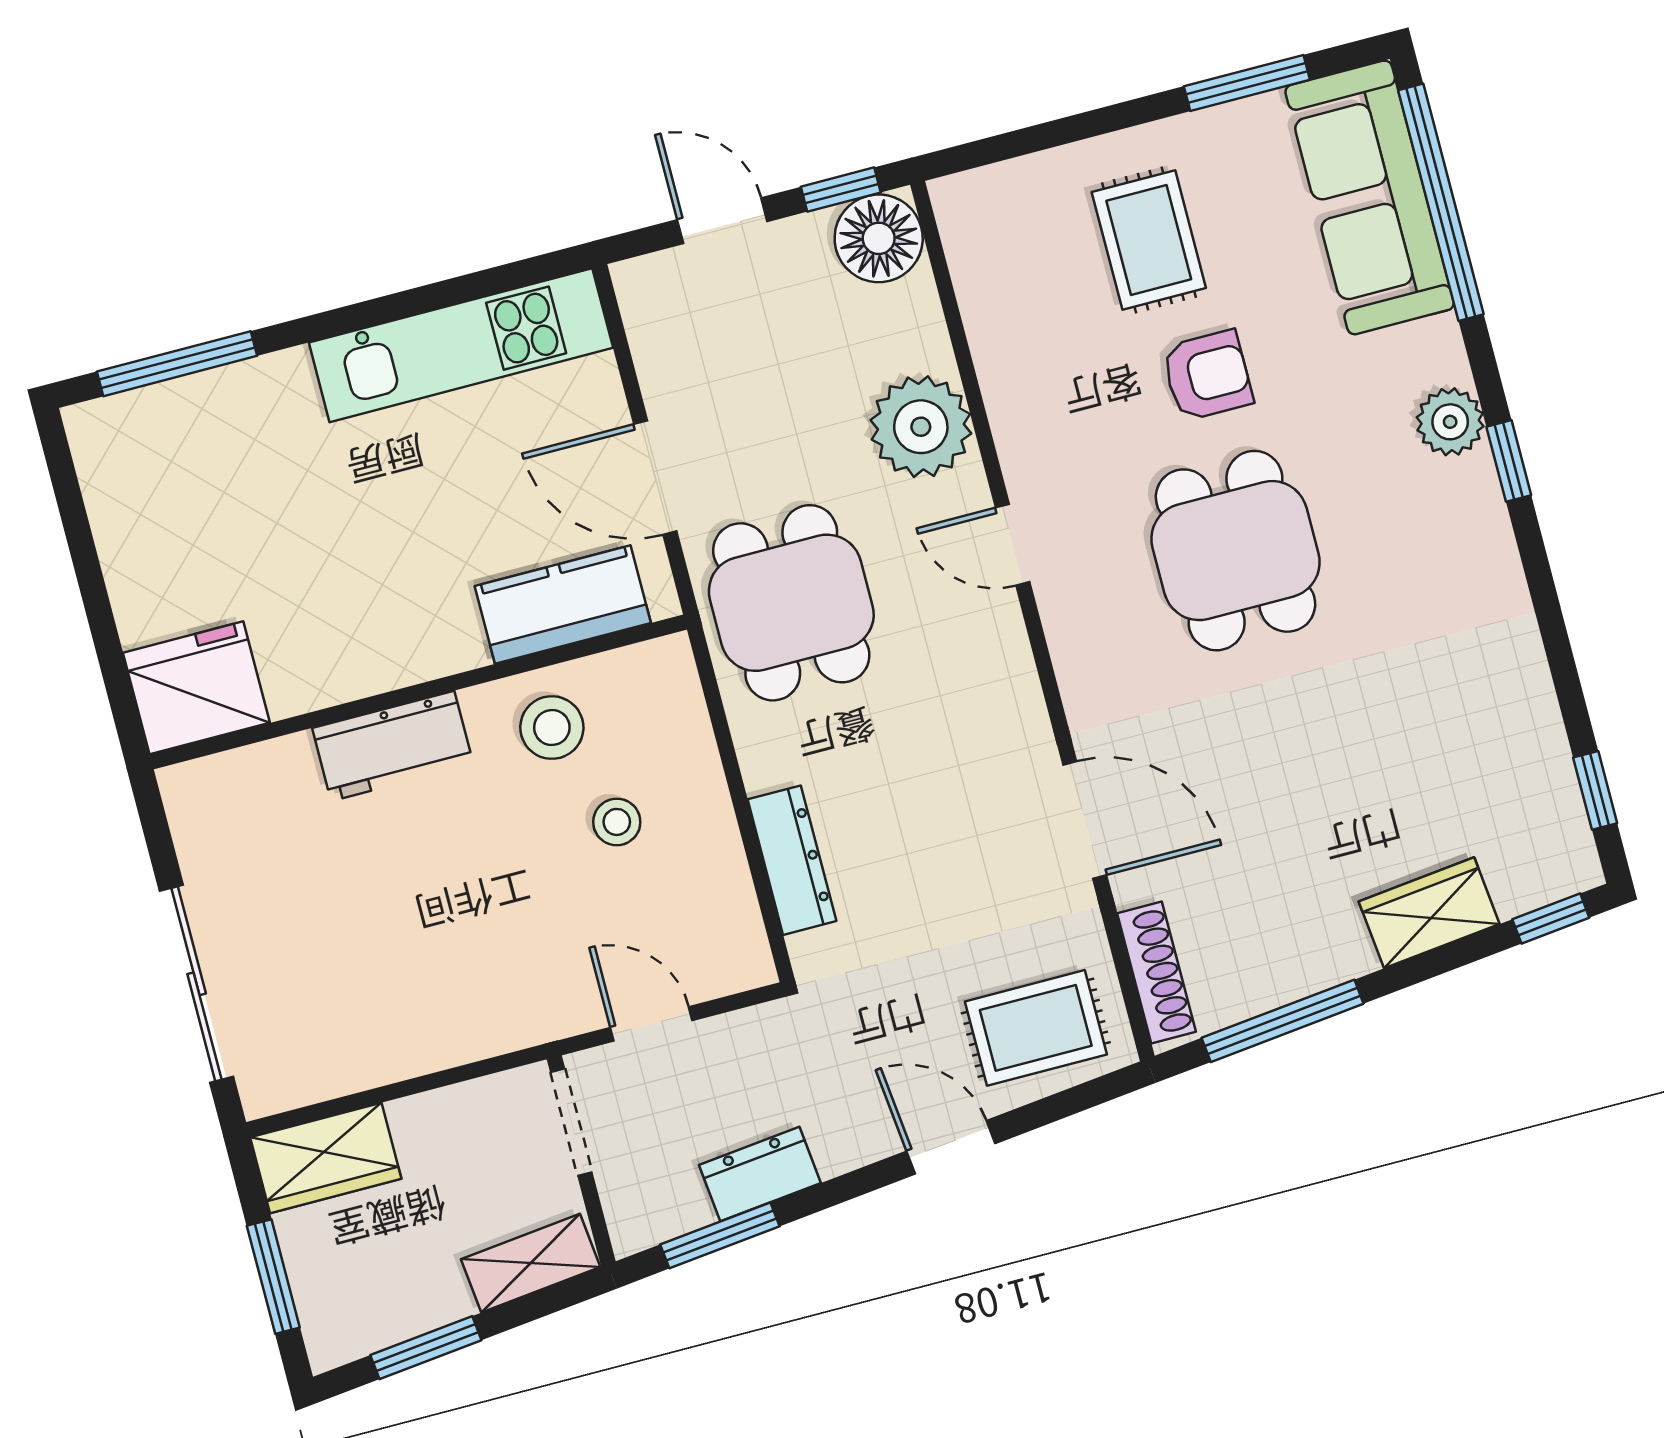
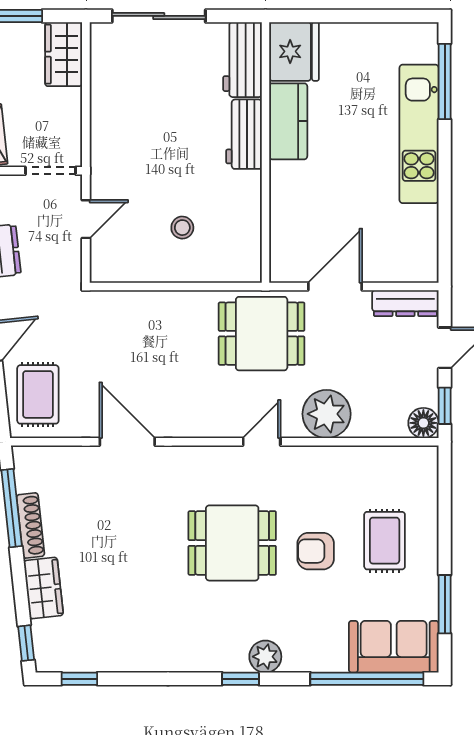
sofa: (1370, 197) -> (394, 647), width x0.73
floor lamp: (879, 238) -> (423, 423), width x0.73, depth x0.73
rug: (1149, 240) -> (385, 541), turned 90
kitchen unit: (461, 345) -> (419, 134), moved
armchair: (1207, 375) -> (316, 551), turned 90
kitchen counter: (563, 605) -> (288, 121), moved
stool: (552, 728) -> (233, 209), removed
workbench: (241, 789) -> (243, 60), added
door: (1085, 820) -> (127, 442), swing flipped
dresser: (792, 860) -> (405, 303), moved
shoe rack: (1156, 972) -> (30, 525), moved, turned -96

